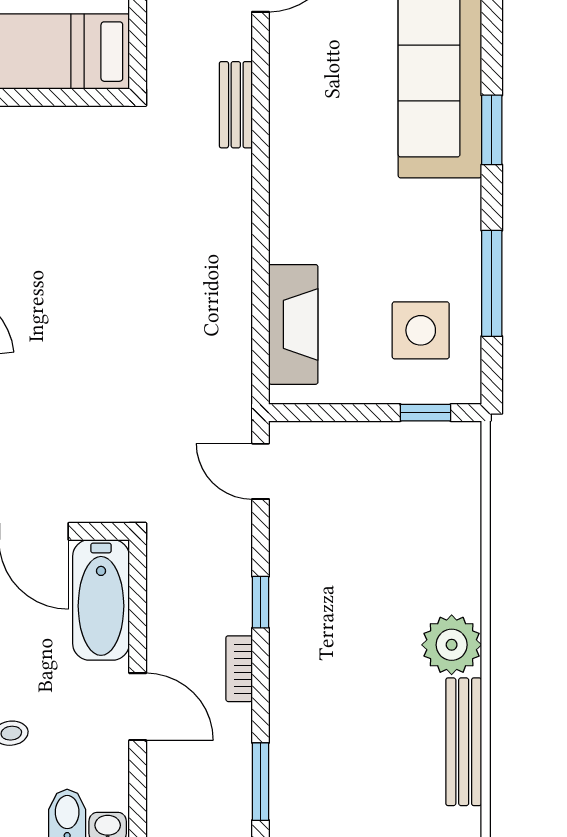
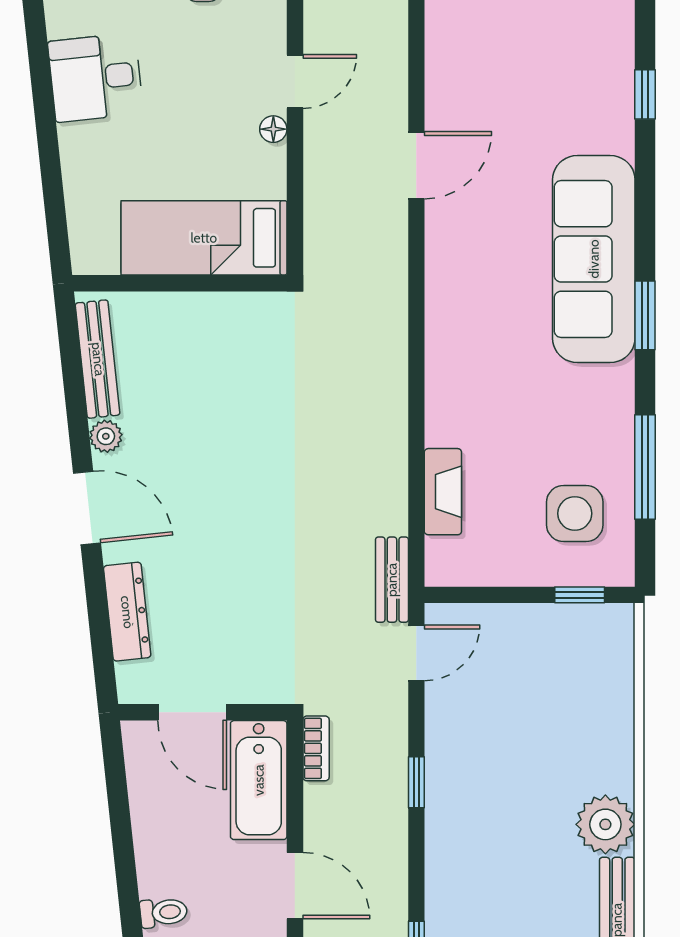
bench: (236, 105) -> (392, 580), moved
fireplace: (293, 324) -> (443, 492), width x0.73, depth x0.76
door: (260, 471) -> (416, 653), swing flipped
bookcase: (239, 669) -> (316, 748), moved, turned 180

